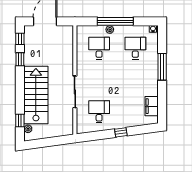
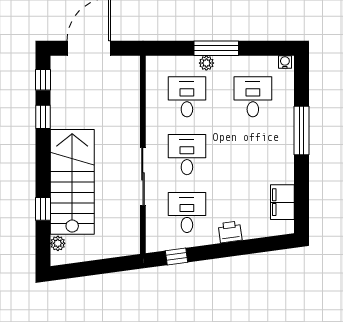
window: (115, 21) -> (216, 48), width x0.68
desk: (99, 80) -> (187, 155), added
window: (20, 121) -> (43, 209), moved
printer: (123, 123) -> (230, 232), added
window: (121, 132) -> (176, 256), moved

